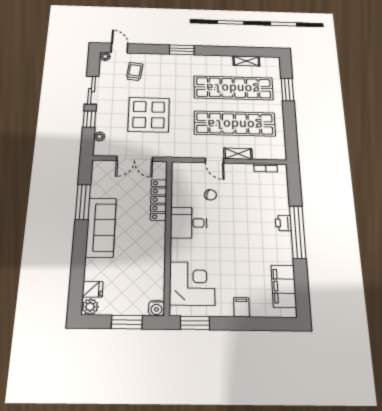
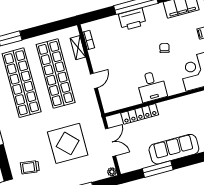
plant: (100, 136) -> (112, 172), moved
shelving: (238, 154) -> (78, 48), moved
chair: (211, 195) -> (164, 48), moved
printer: (283, 223) -> (132, 19), width x1.87, depth x1.48

